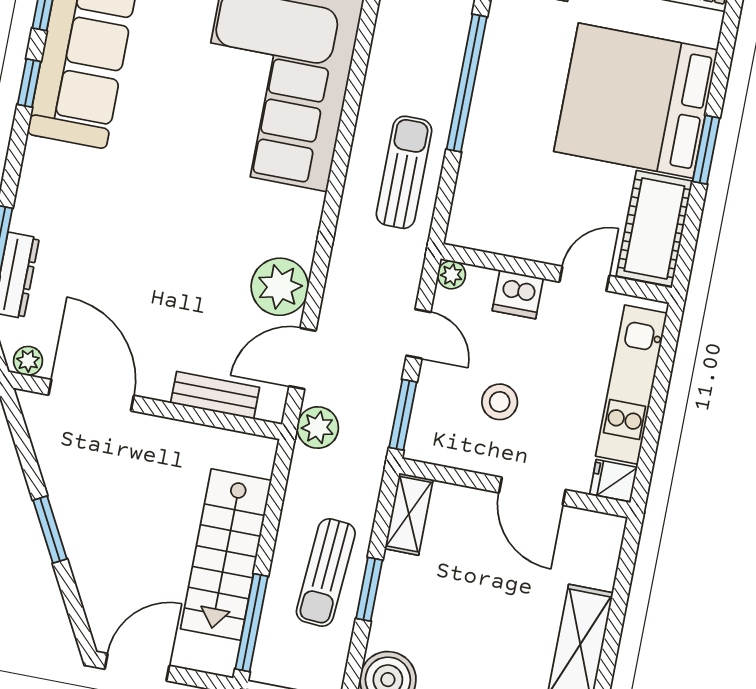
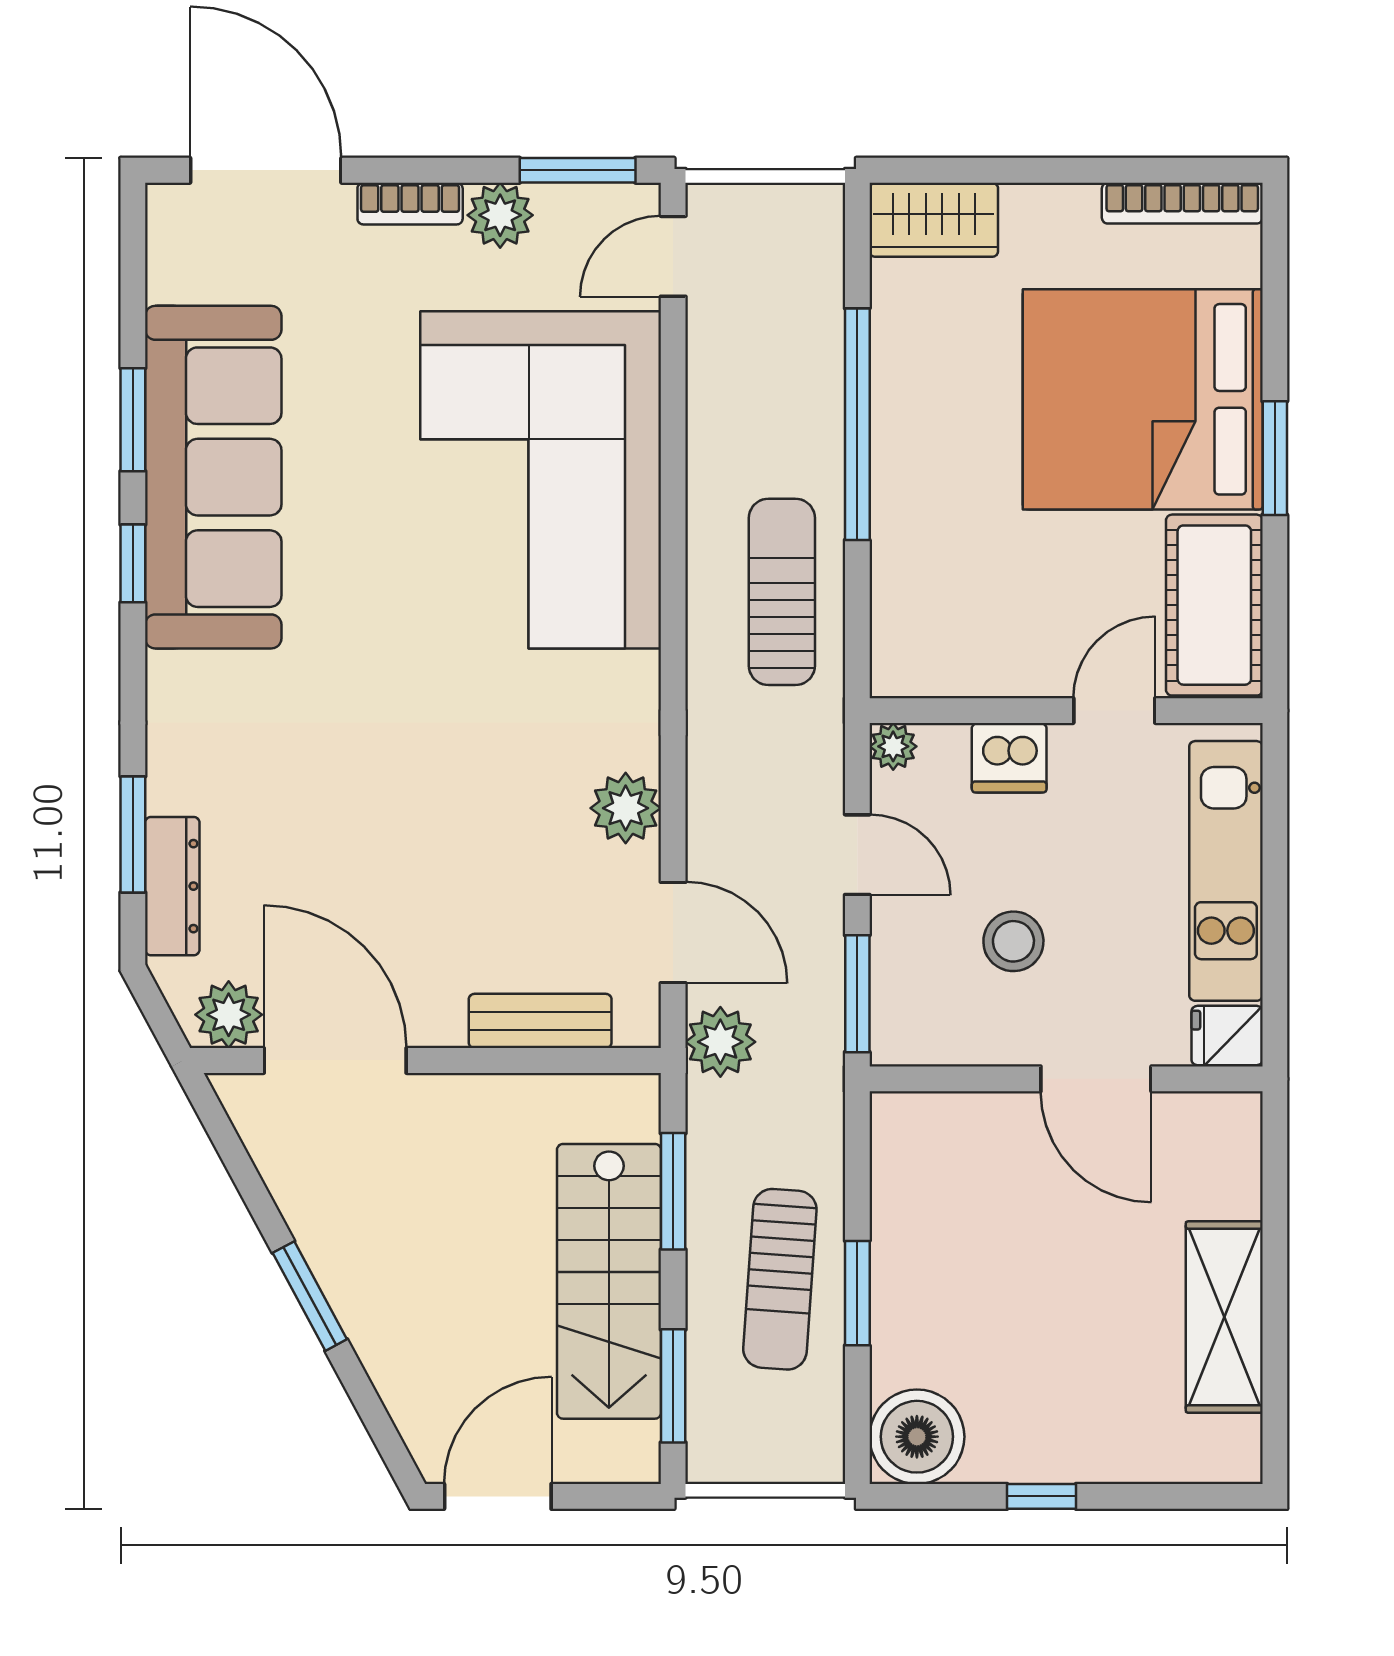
plant: (280, 287) -> (626, 808), width x0.73, depth x0.73
door: (302, 358) -> (673, 932), swing flipped
plant: (28, 361) -> (229, 1015), width x1.38, depth x1.38
window: (273, 509) -> (673, 1191), added
shelving: (409, 514) -> (899, 1156), removed
window: (252, 623) -> (673, 1386), width x0.69

